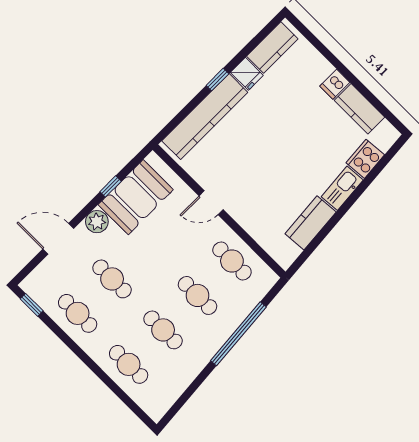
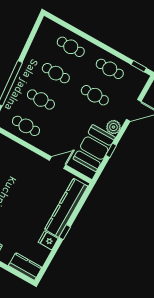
kitchen counter: (272, 47) -> (25, 267), moved, turned 90
door: (211, 203) -> (58, 163), moved

